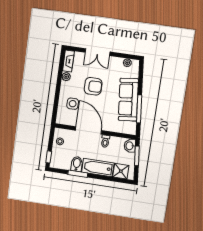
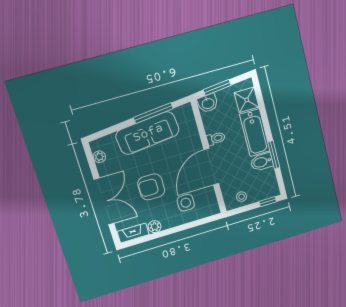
double door: (98, 52) -> (104, 202), width x1.37
armchair: (93, 86) -> (151, 187), turned -90

